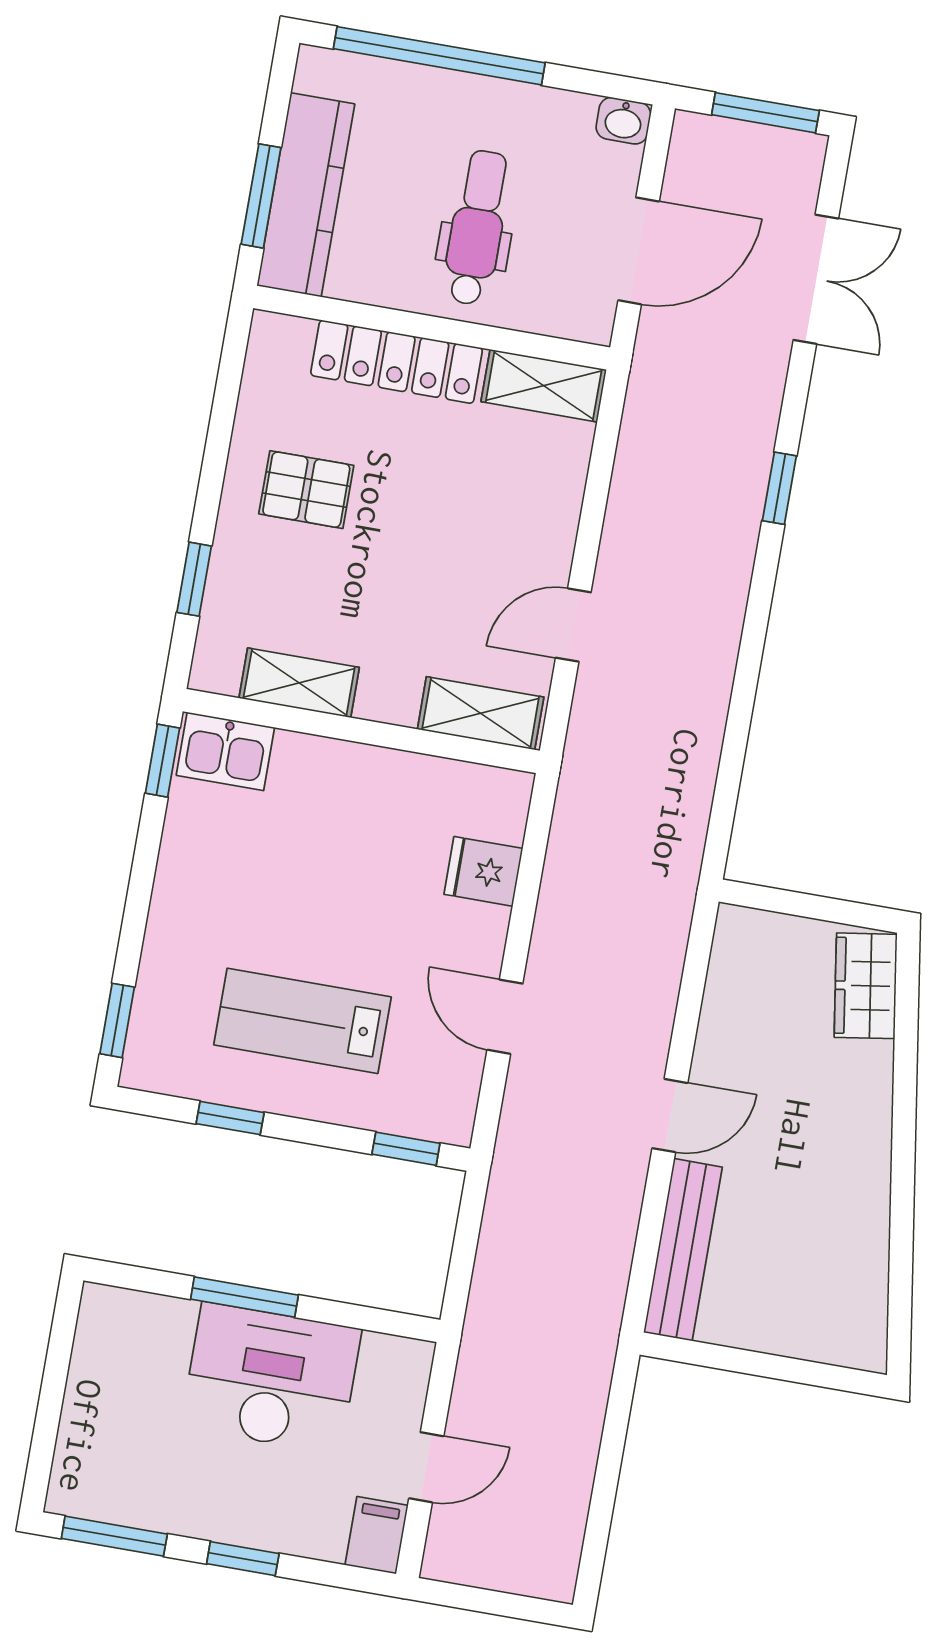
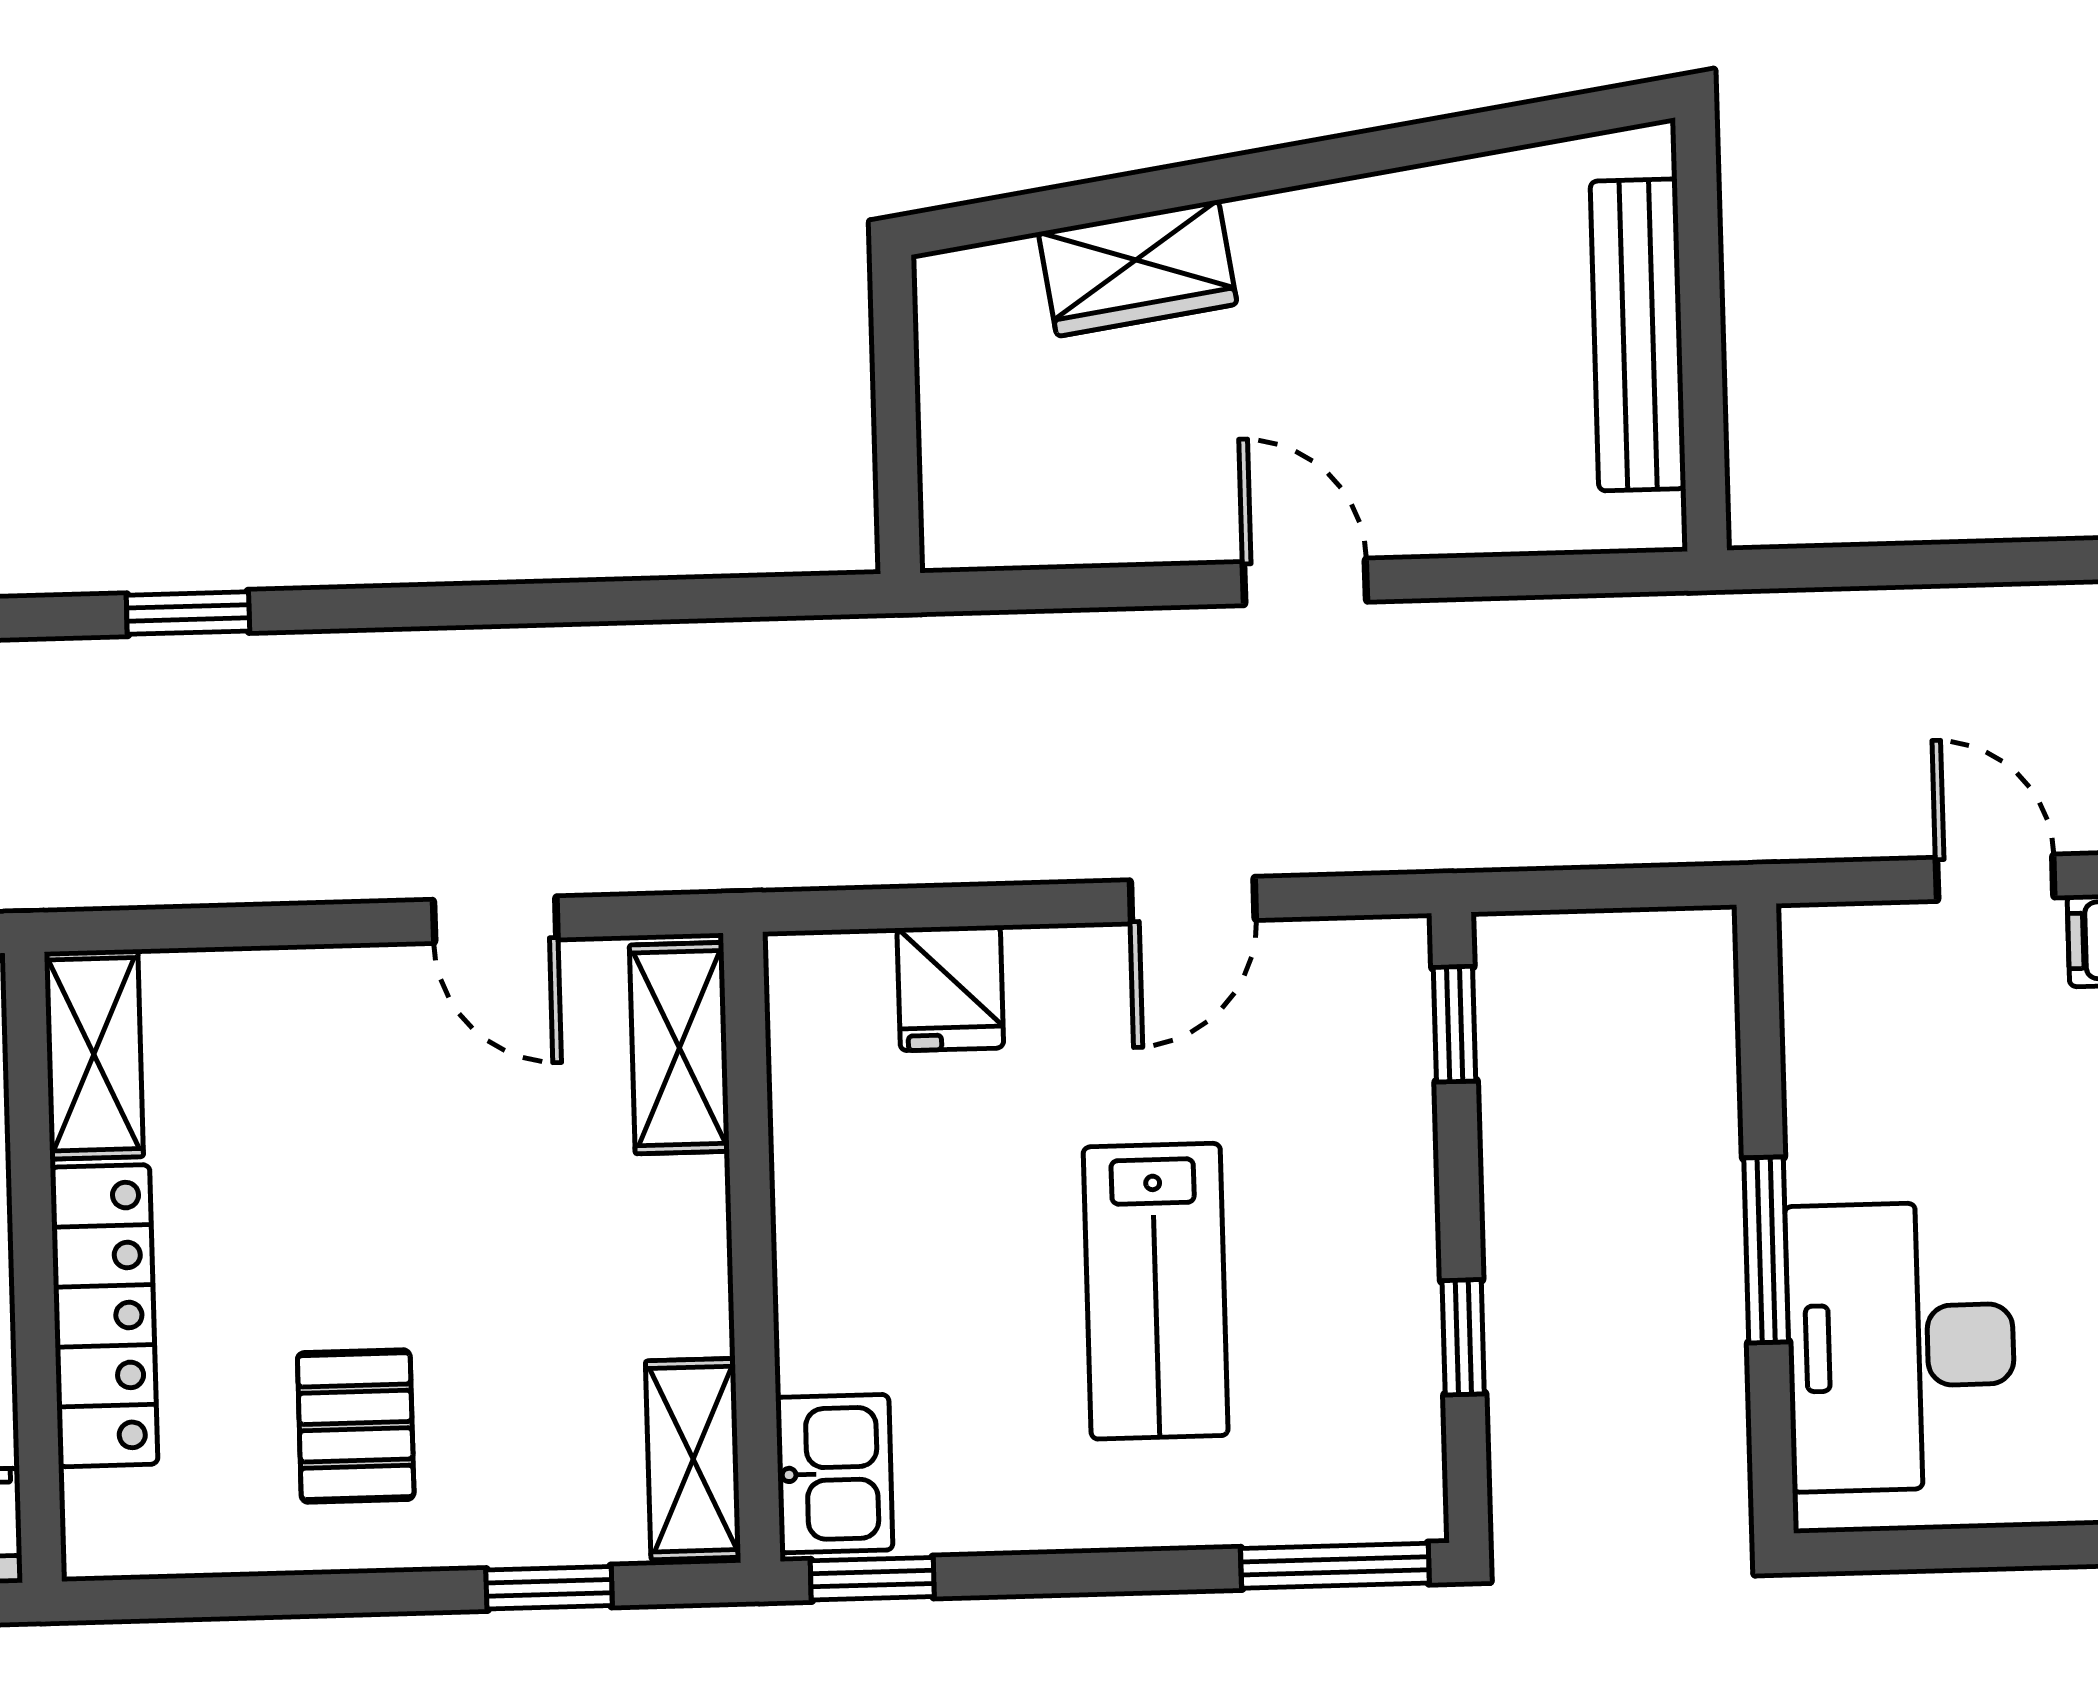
shelving: (299, 683) -> (693, 1459), moved
wardrobe: (866, 986) -> (1138, 268), moved
window: (117, 1020) -> (1335, 1566), width x1.50
lab bench: (302, 1021) -> (1156, 1291), moved
bench: (683, 1250) -> (1638, 335), moved, turned 90
desk: (271, 1378) -> (1901, 1346), moved

